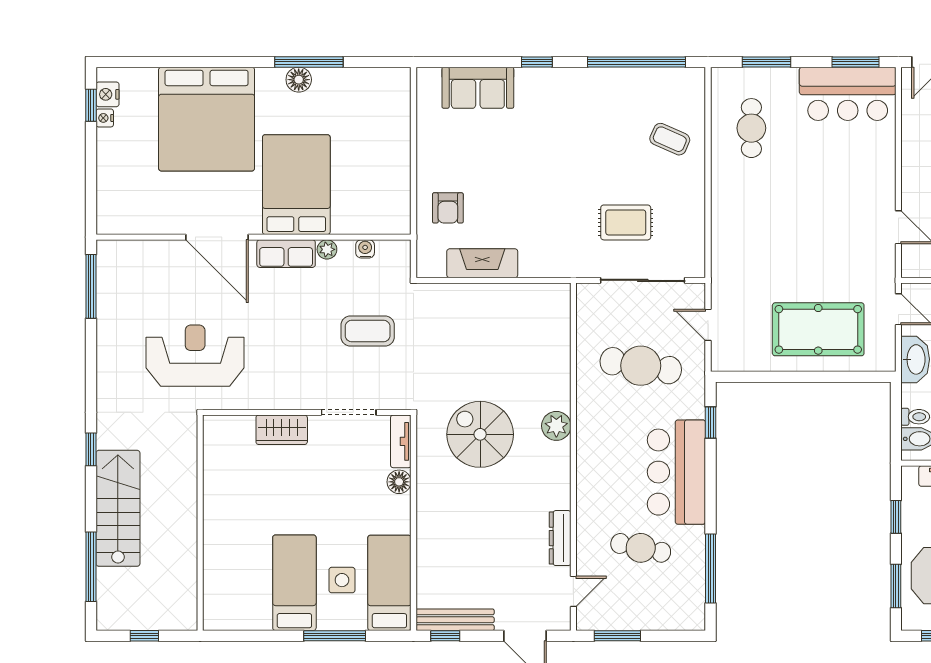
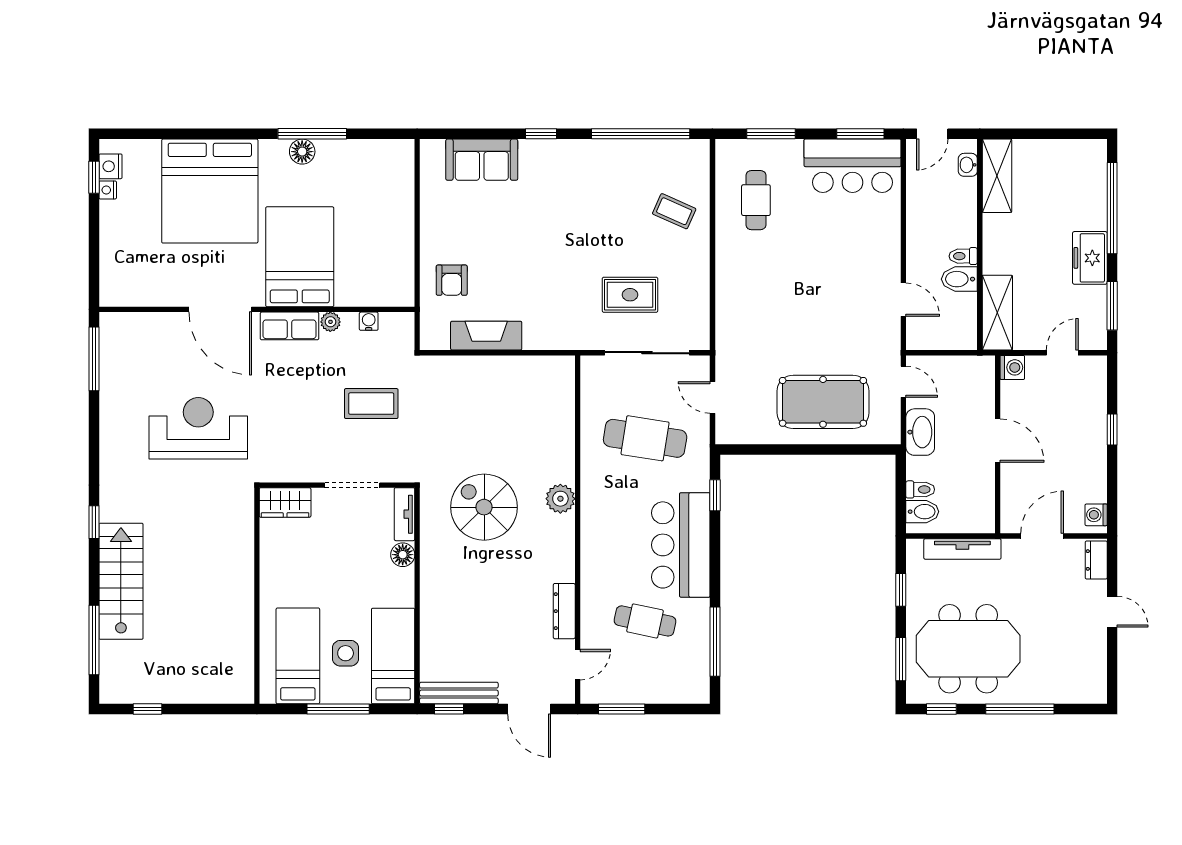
wall: (200, 523) -> (257, 596), moved

